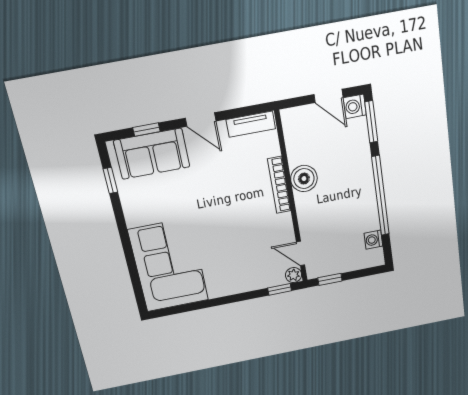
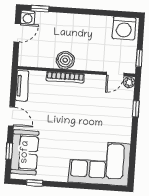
door: (201, 120) -> (11, 116), hinge flipped
window: (371, 122) -> (40, 9), width x0.67
window: (381, 196) -> (90, 12), removed
washing machine: (373, 240) -> (124, 28), width x1.89, depth x1.89
window: (280, 289) -> (136, 109), moved

